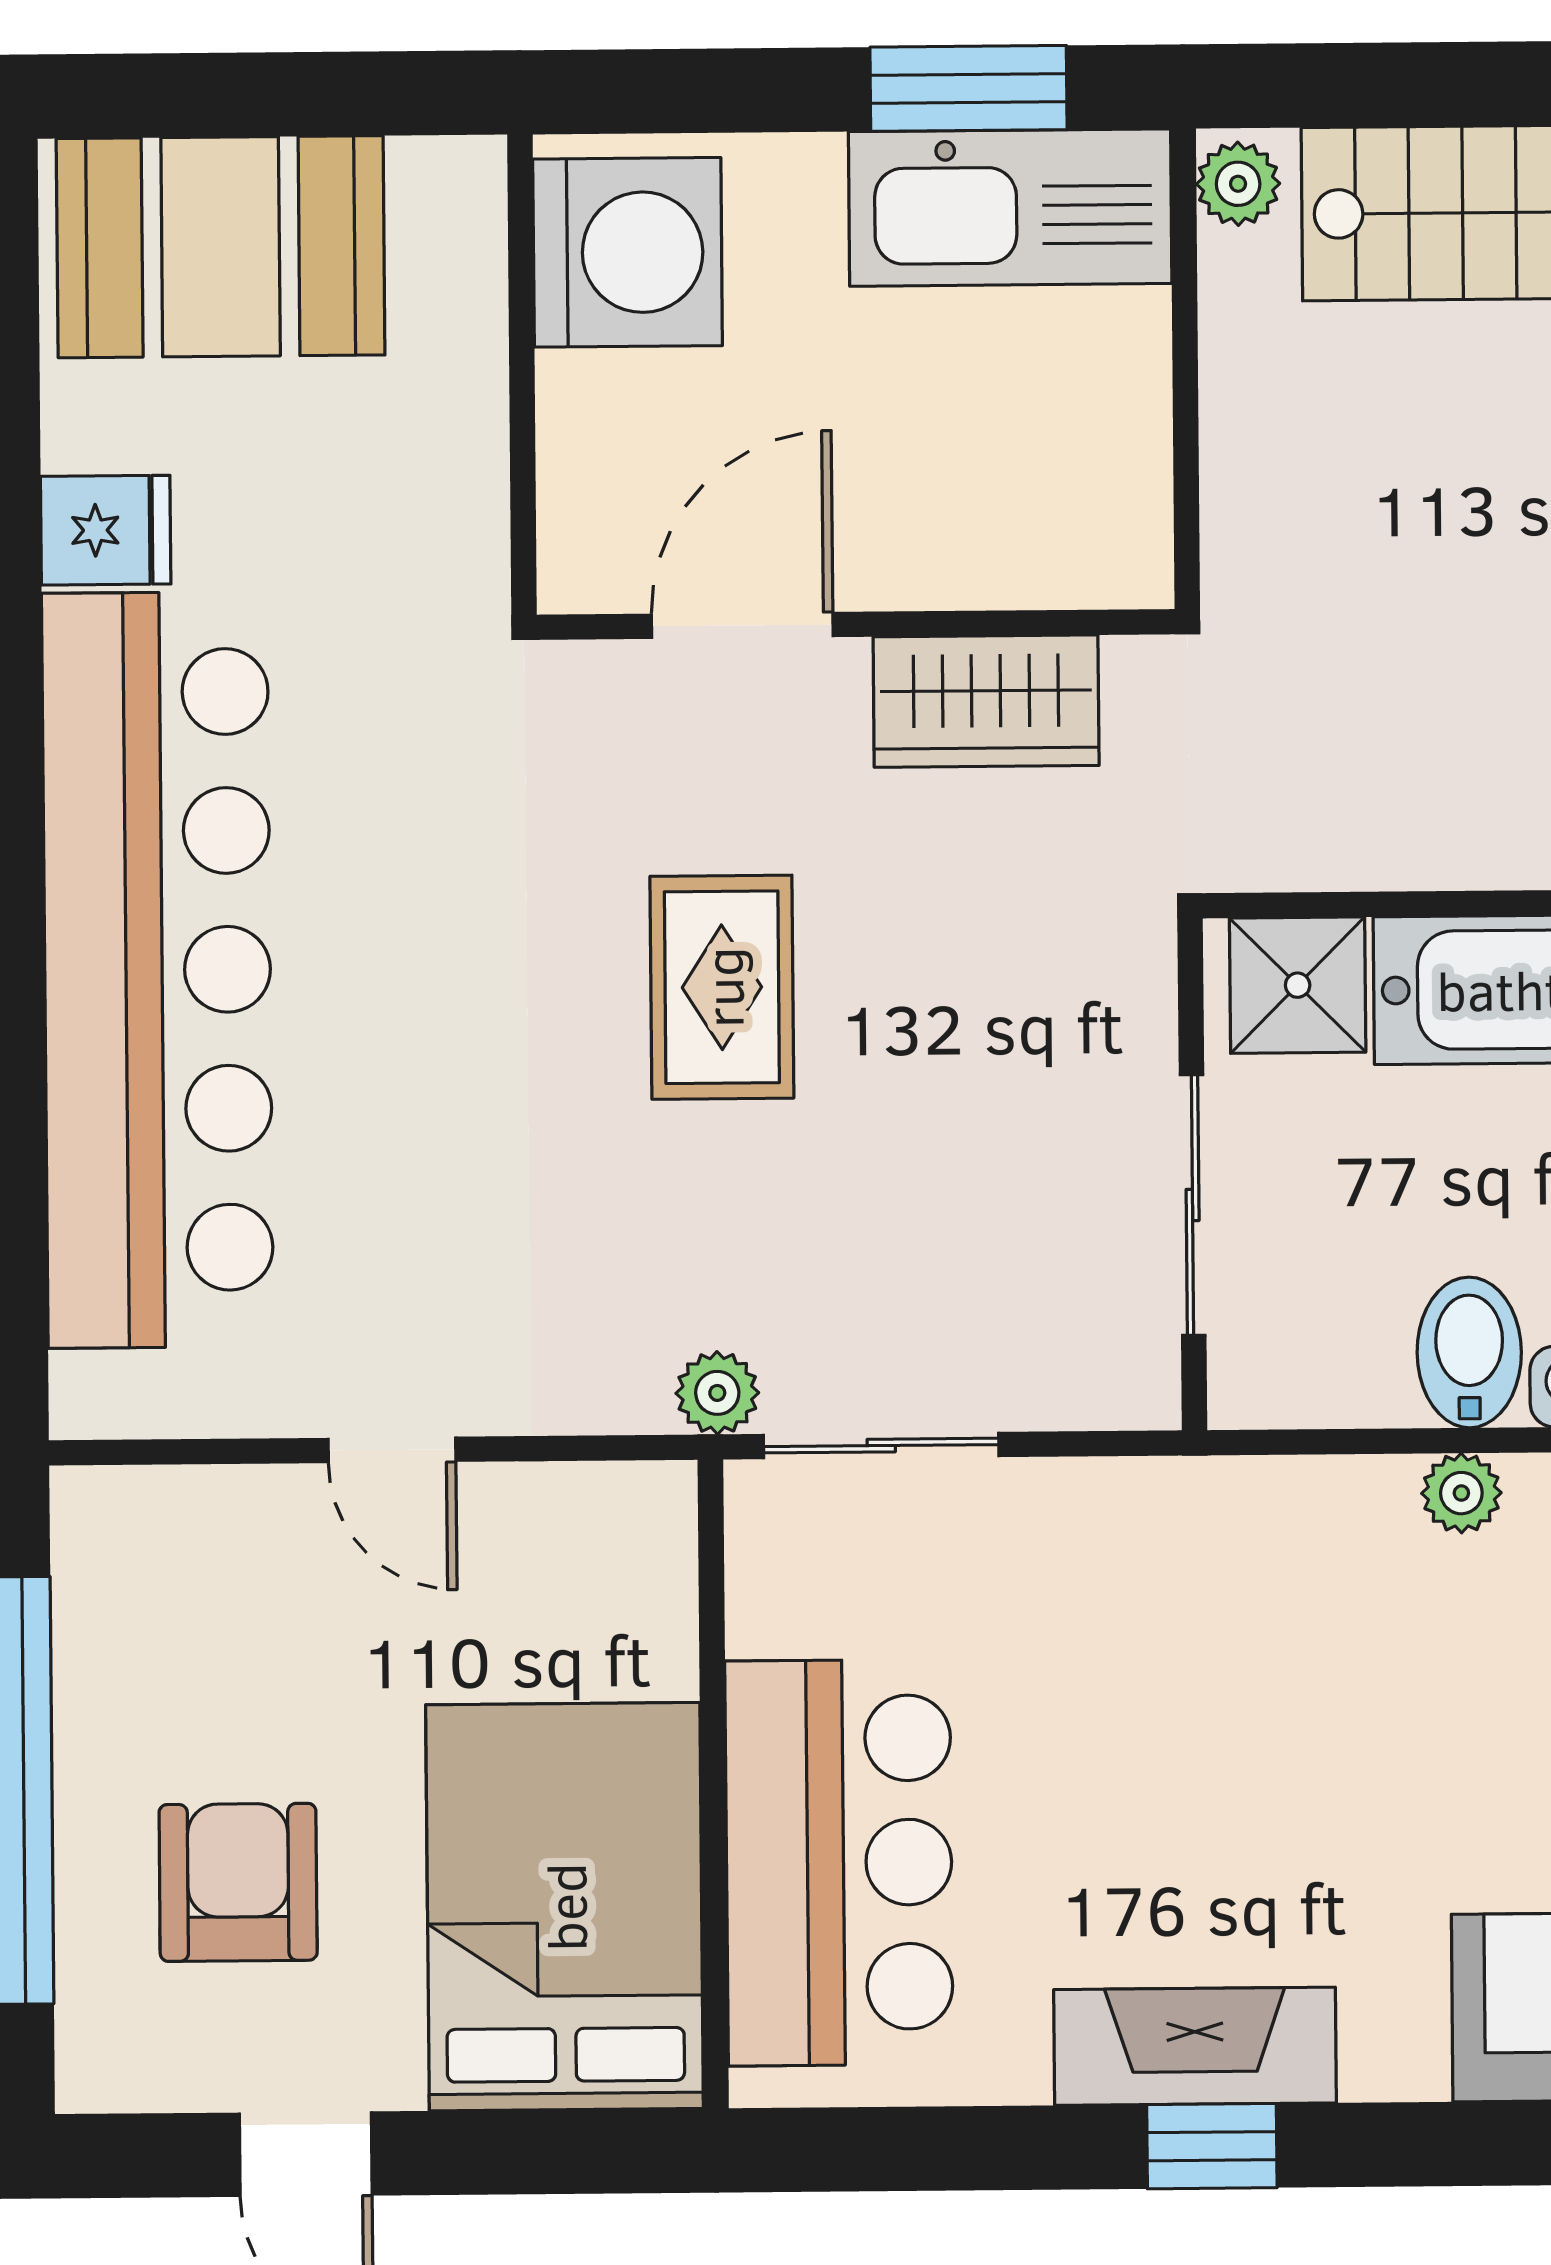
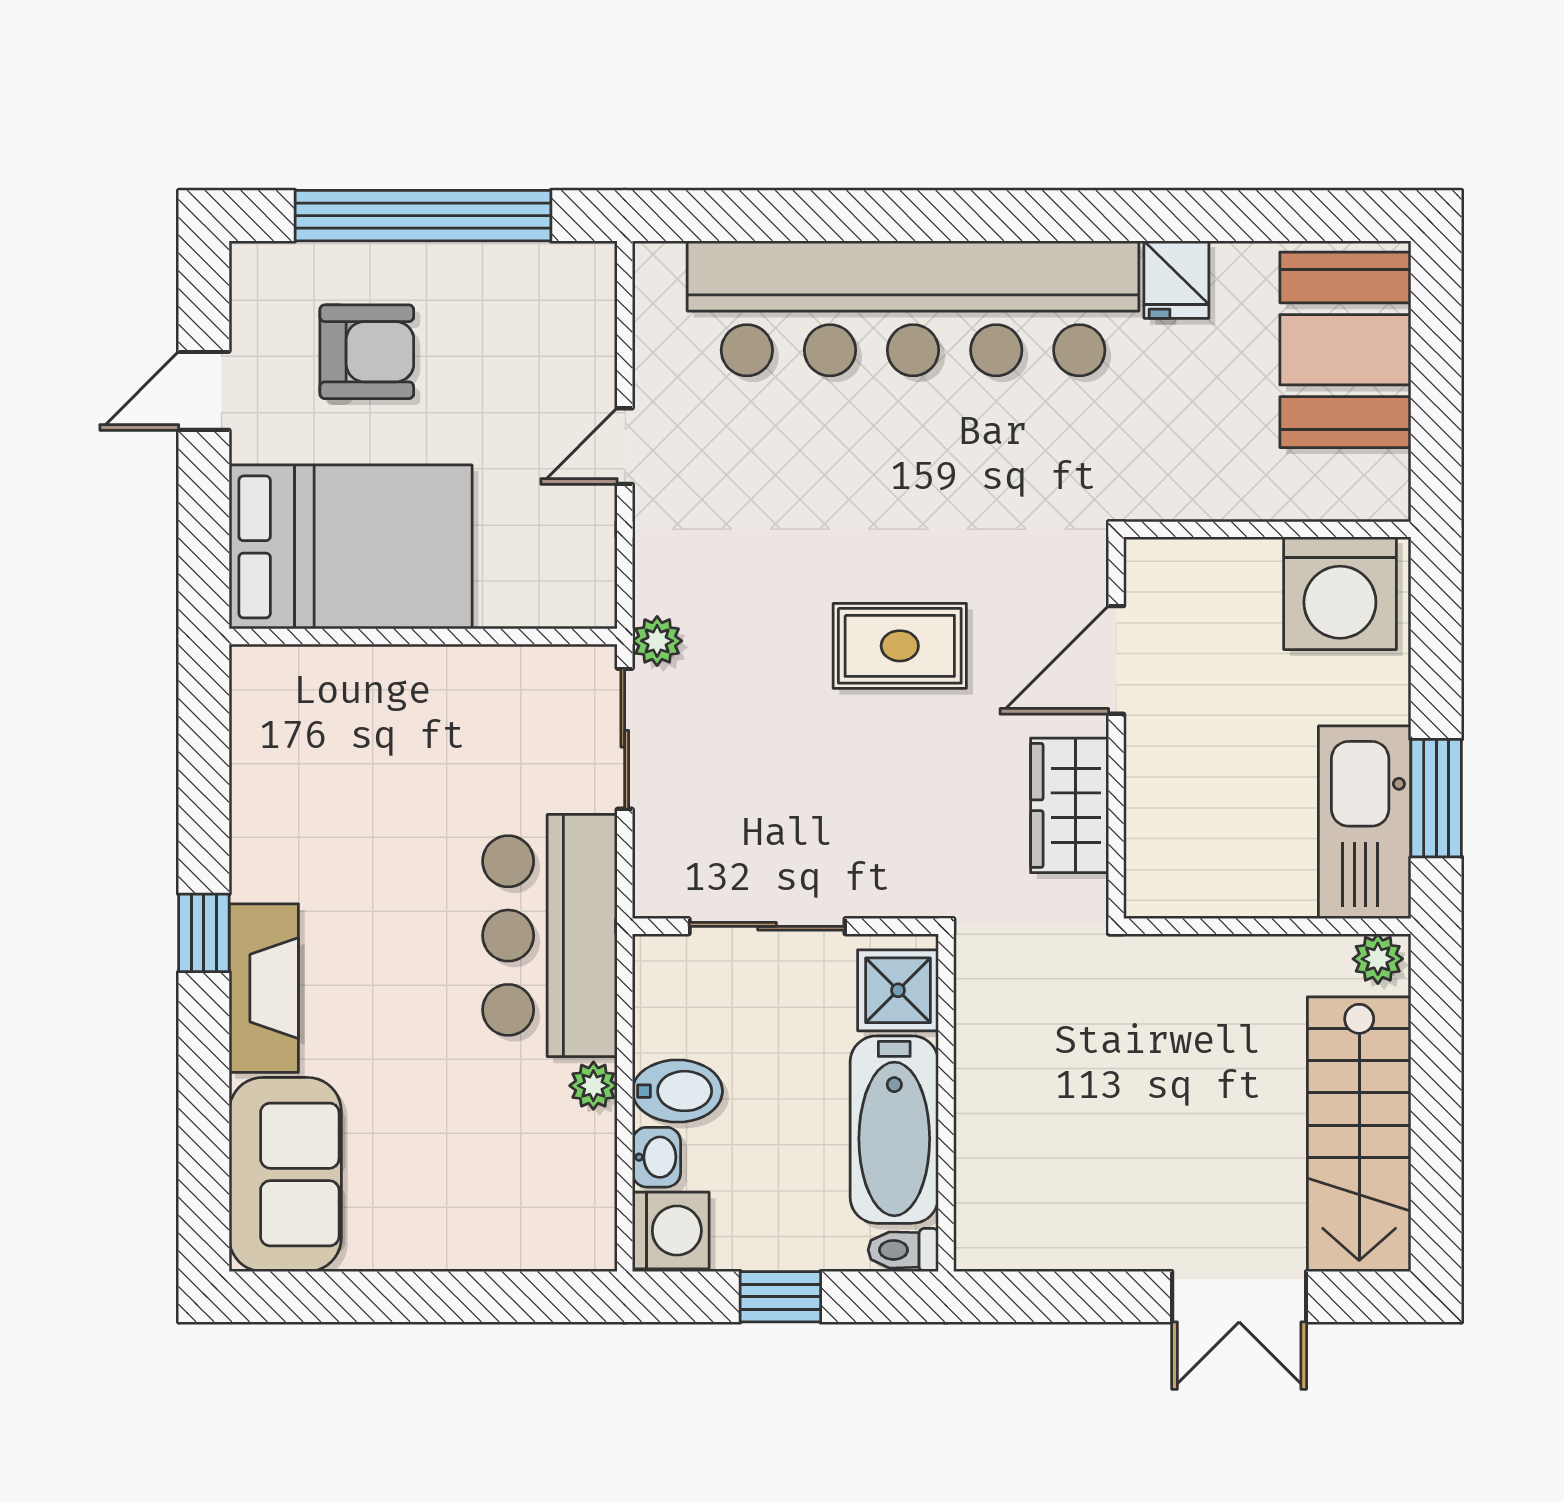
door: (742, 625) -> (1116, 660), swing flipped
bar counter: (839, 1863) -> (550, 936), moved, turned 90
fireplace: (1195, 2046) -> (264, 988), moved

